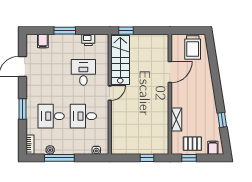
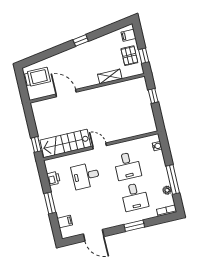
window: (222, 120) -> (81, 40), moved

